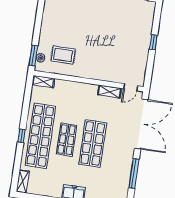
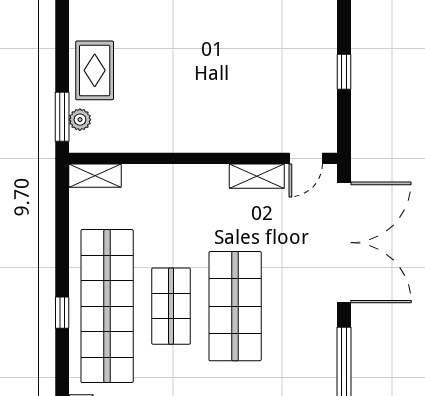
window: (153, 42) -> (344, 72), moved
rug: (63, 55) -> (95, 70), moved, turned 90

